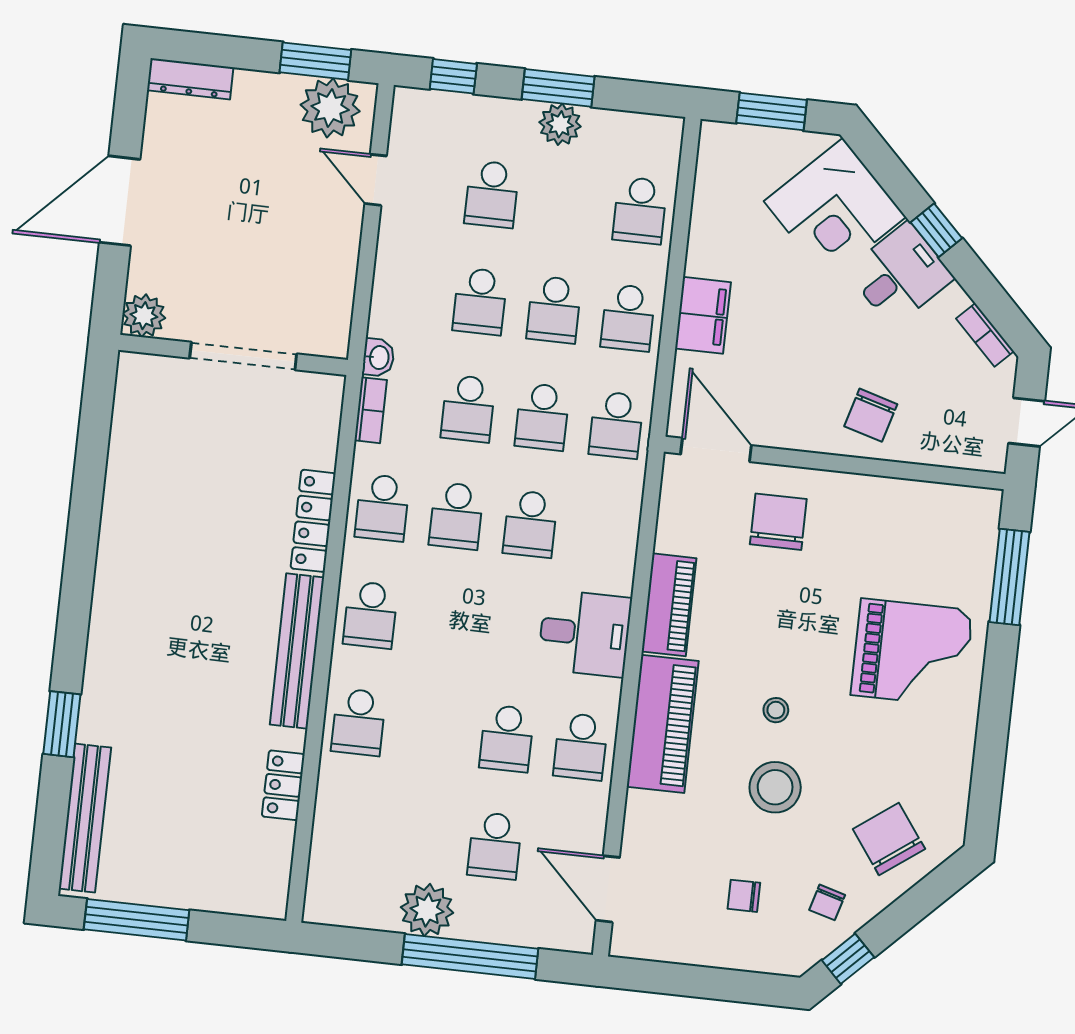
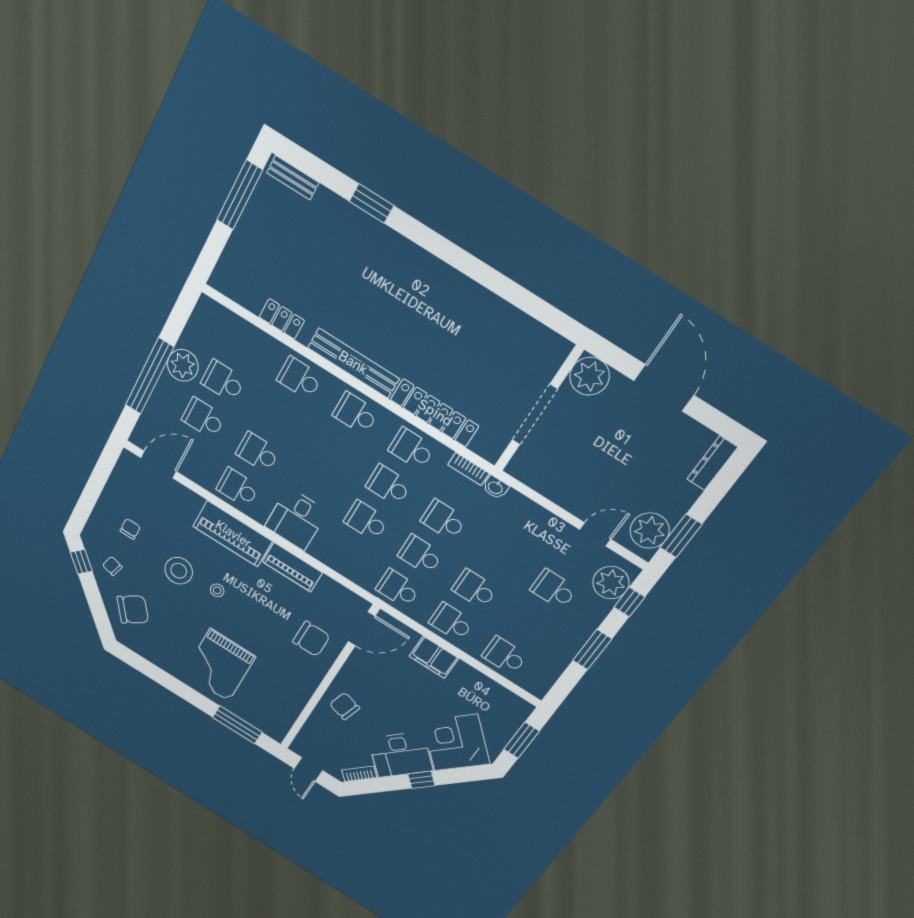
plant: (560, 124) -> (611, 583), moved, width x1.36, depth x1.36
desk: (900, 274) -> (400, 755), width x1.37
school desk: (480, 301) -> (223, 381), moved
plant: (144, 316) -> (590, 376), width x1.36, depth x1.36
locker: (313, 521) -> (435, 413), width x1.41, depth x1.21
bench: (85, 818) -> (293, 178), width x0.54, depth x0.82

